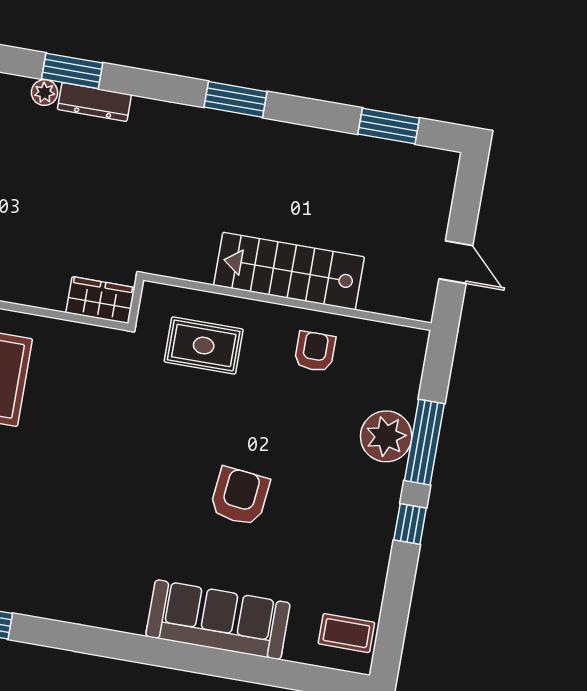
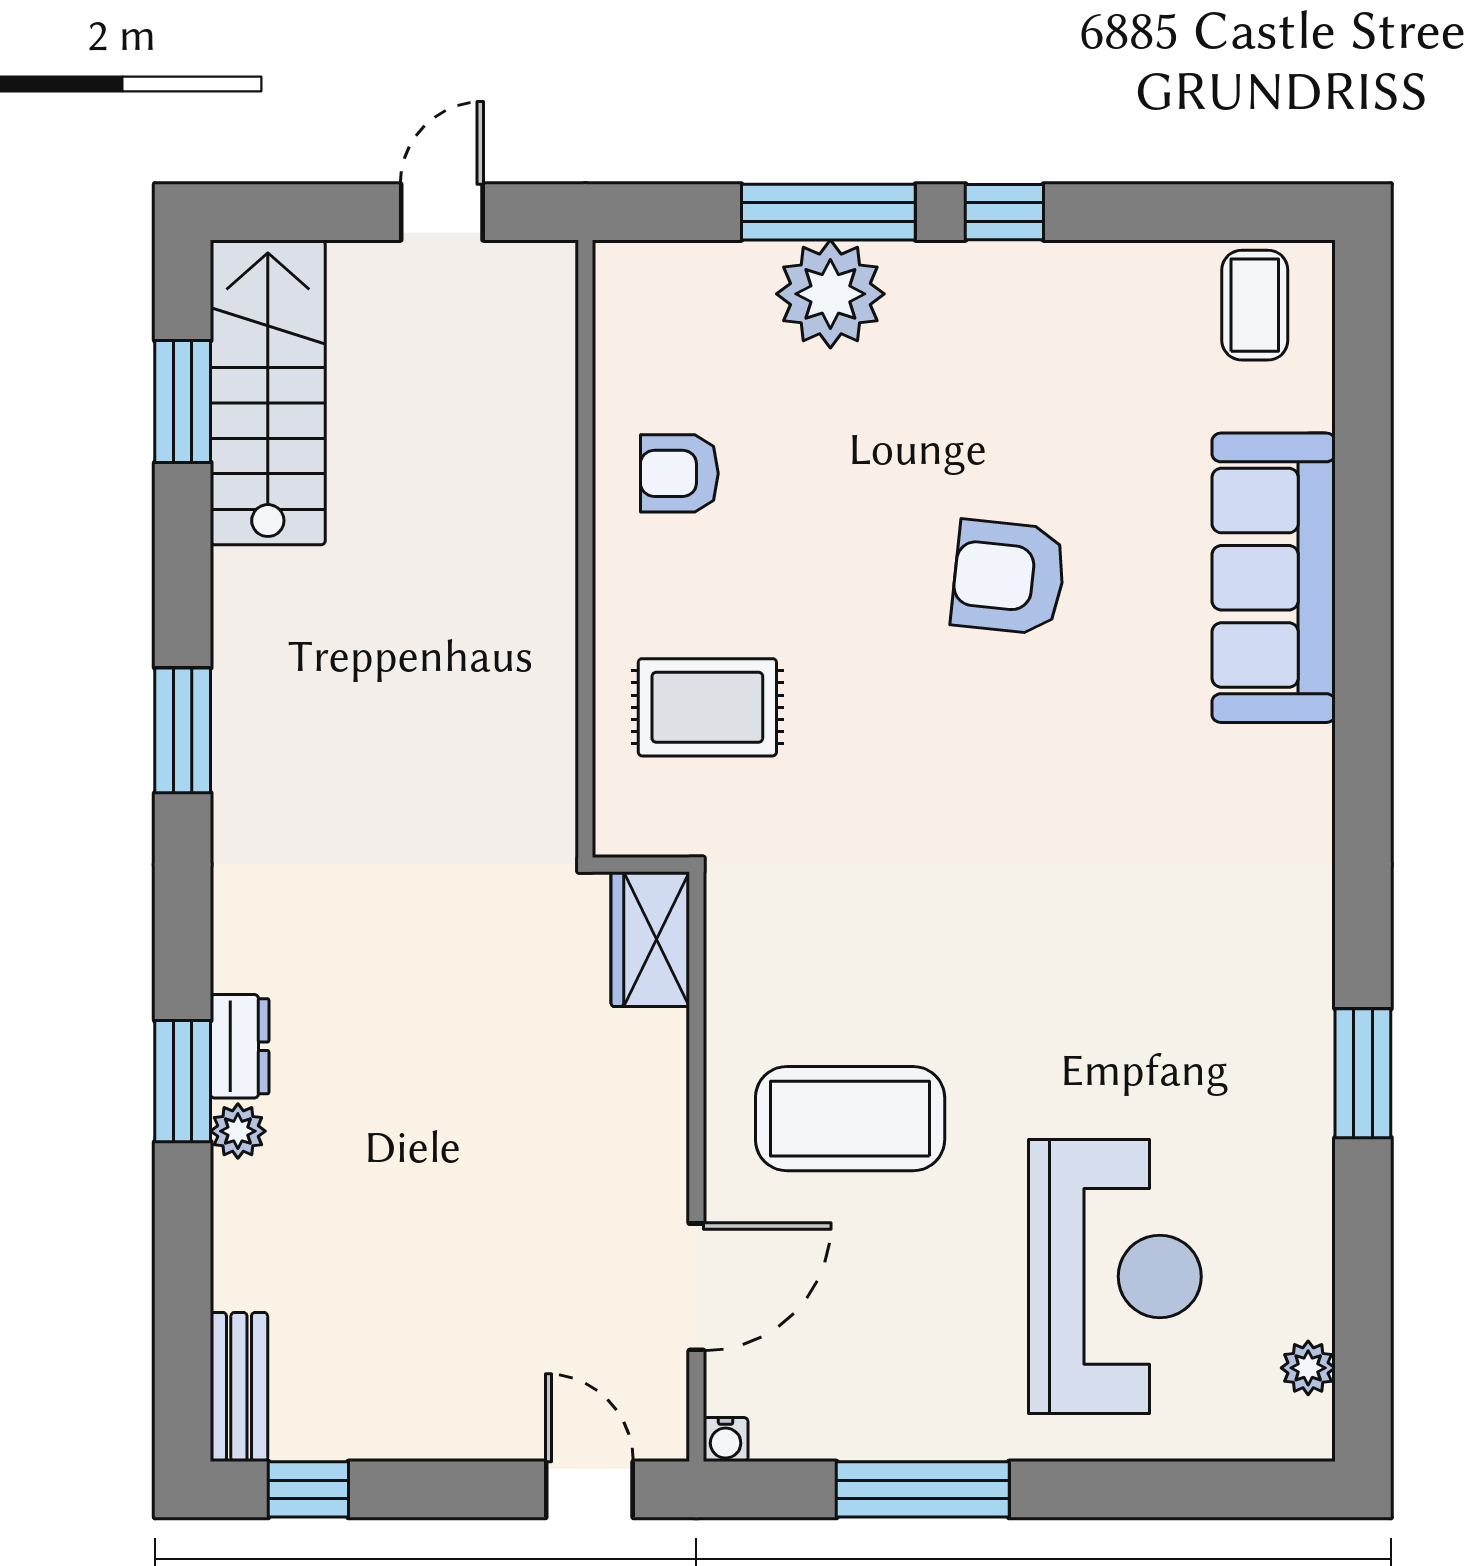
dresser: (94, 102) -> (240, 1046), width x0.70
stairs: (289, 271) -> (268, 393), moved, turned 180
rug: (204, 346) -> (707, 707), turned 90

